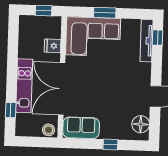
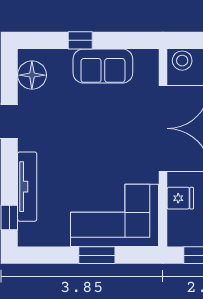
tv unit: (147, 41) -> (27, 187), moved
sofa: (81, 128) -> (103, 66), moved

